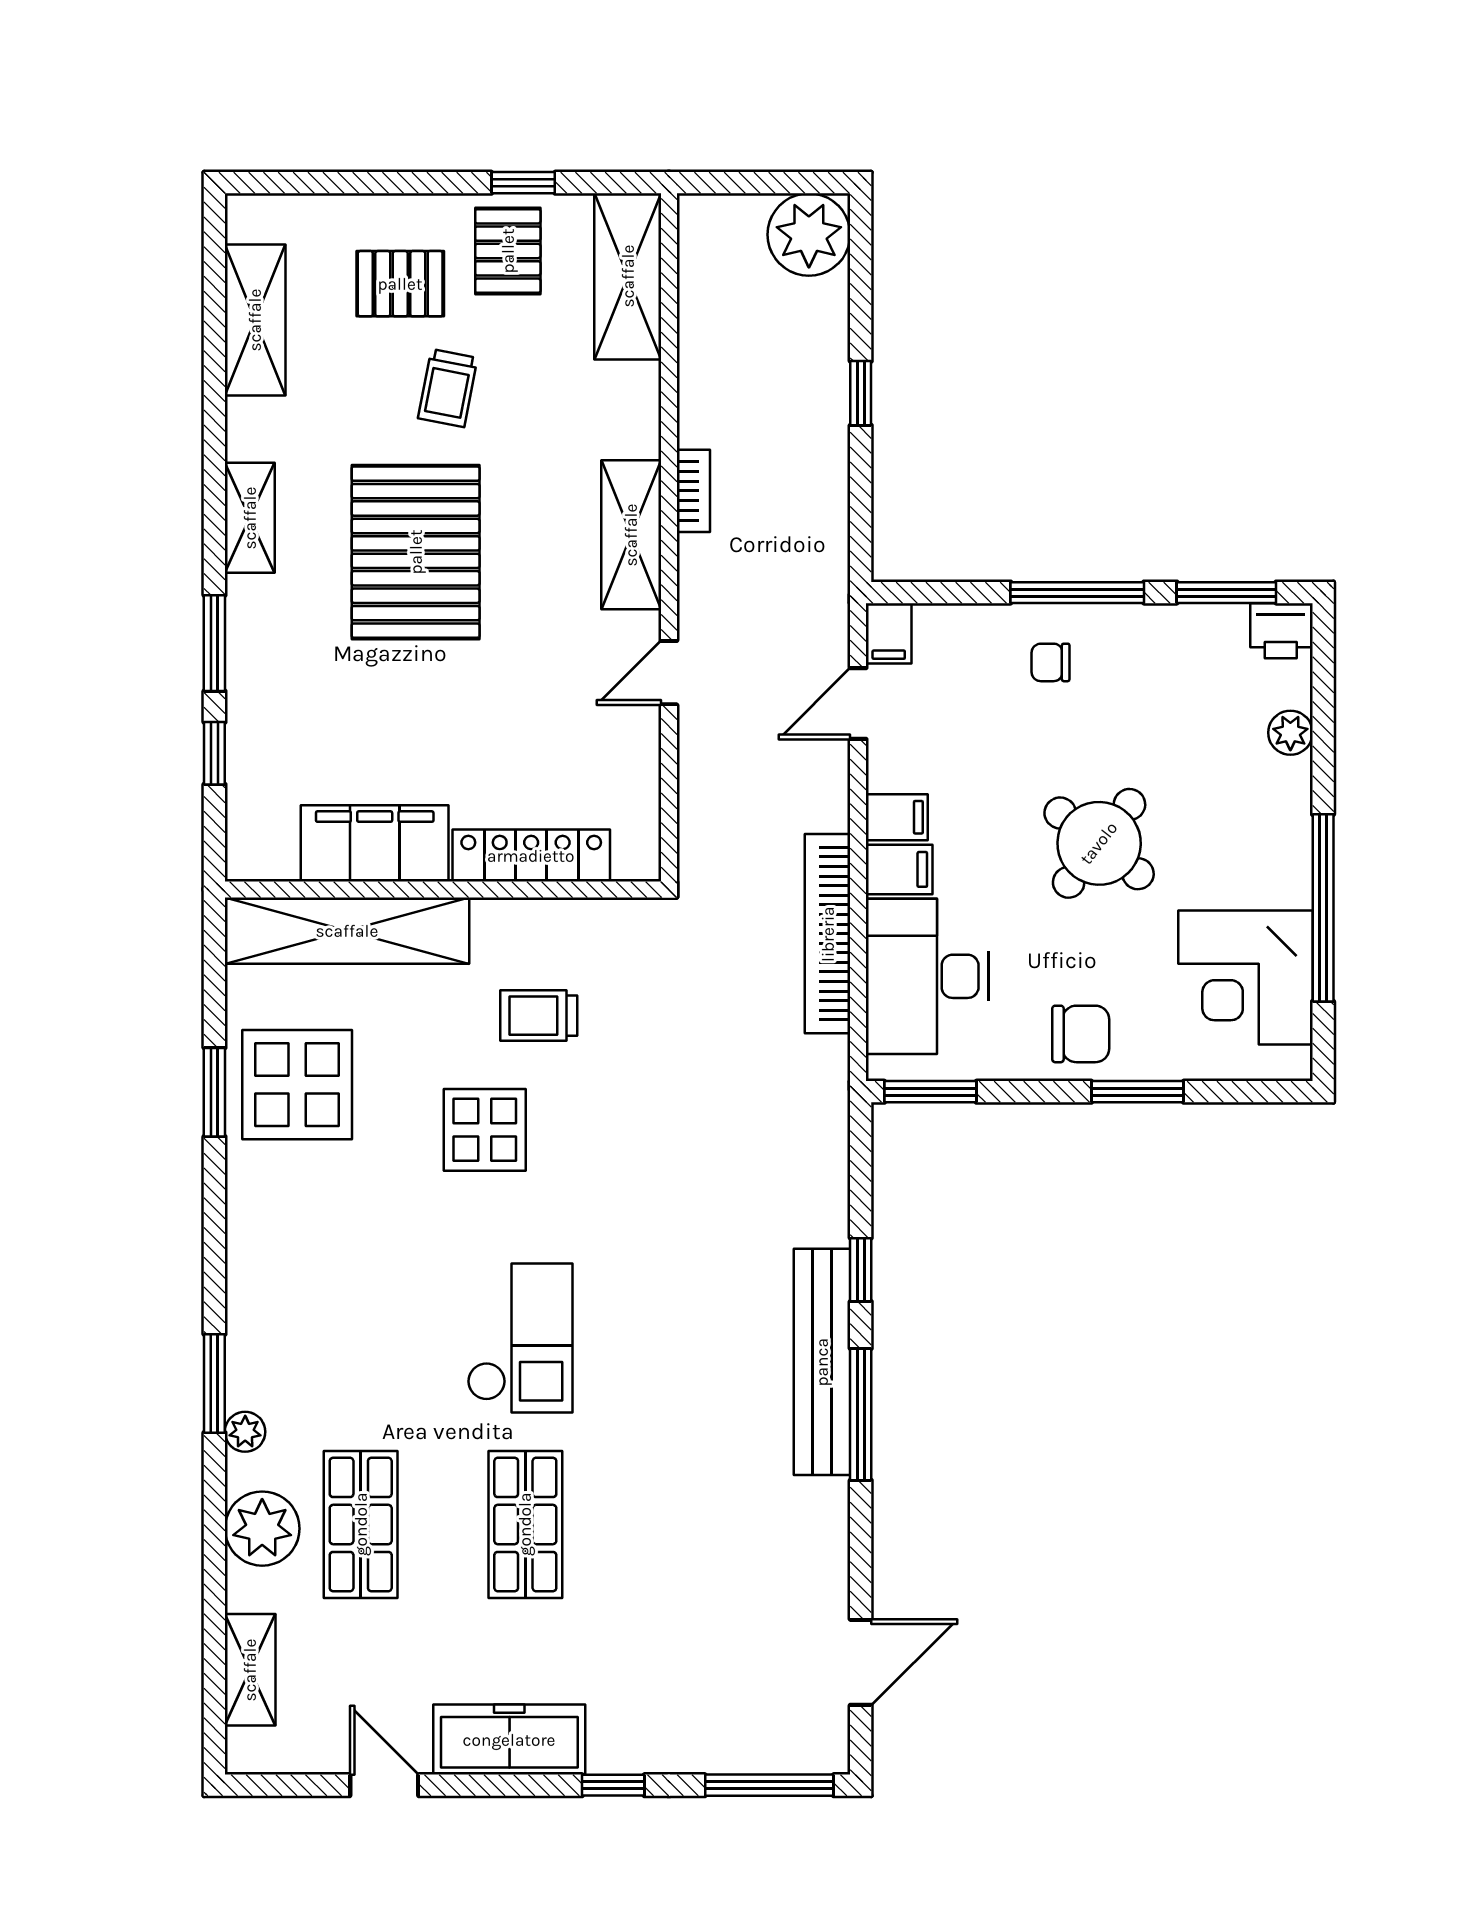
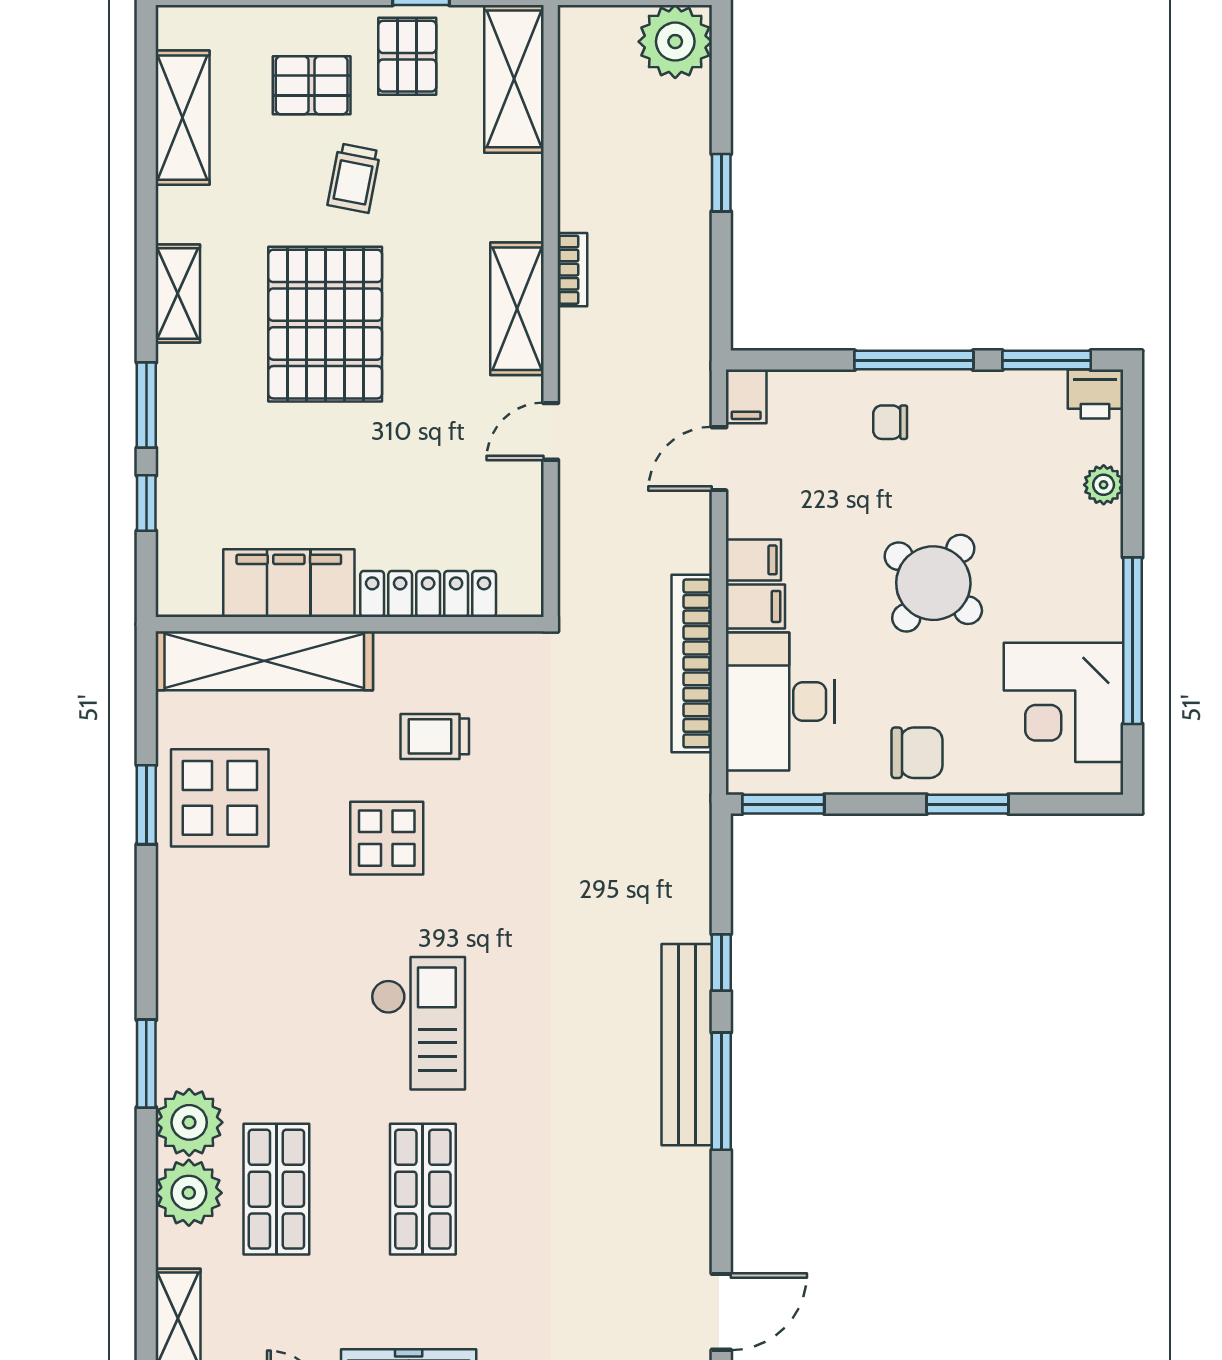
plant: (245, 1432) -> (189, 1122), width x1.87, depth x1.87

